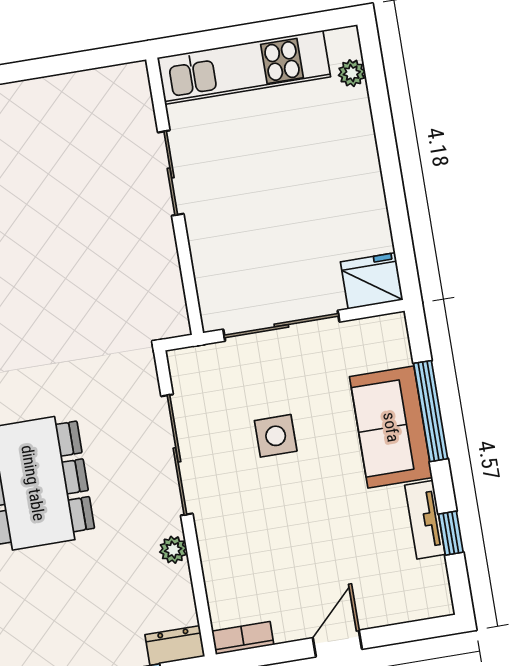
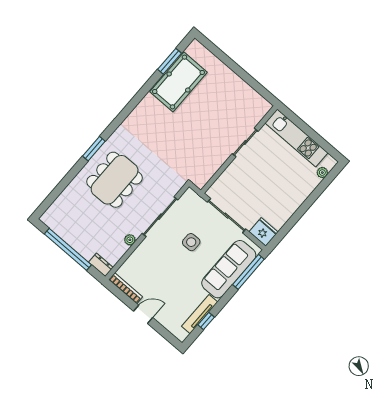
window: (431, 411) -> (248, 272), moved
sofa: (391, 427) -> (229, 269), width x1.36
tv unit: (425, 520) -> (200, 314), width x1.41
bookcase: (243, 638) -> (126, 288), width x1.56

